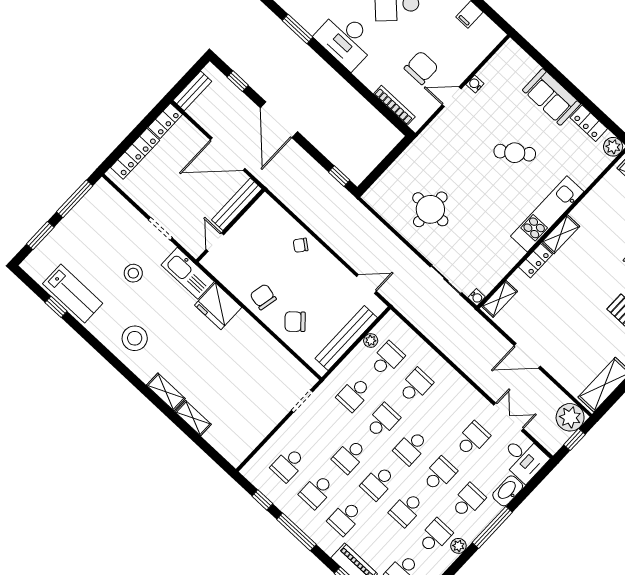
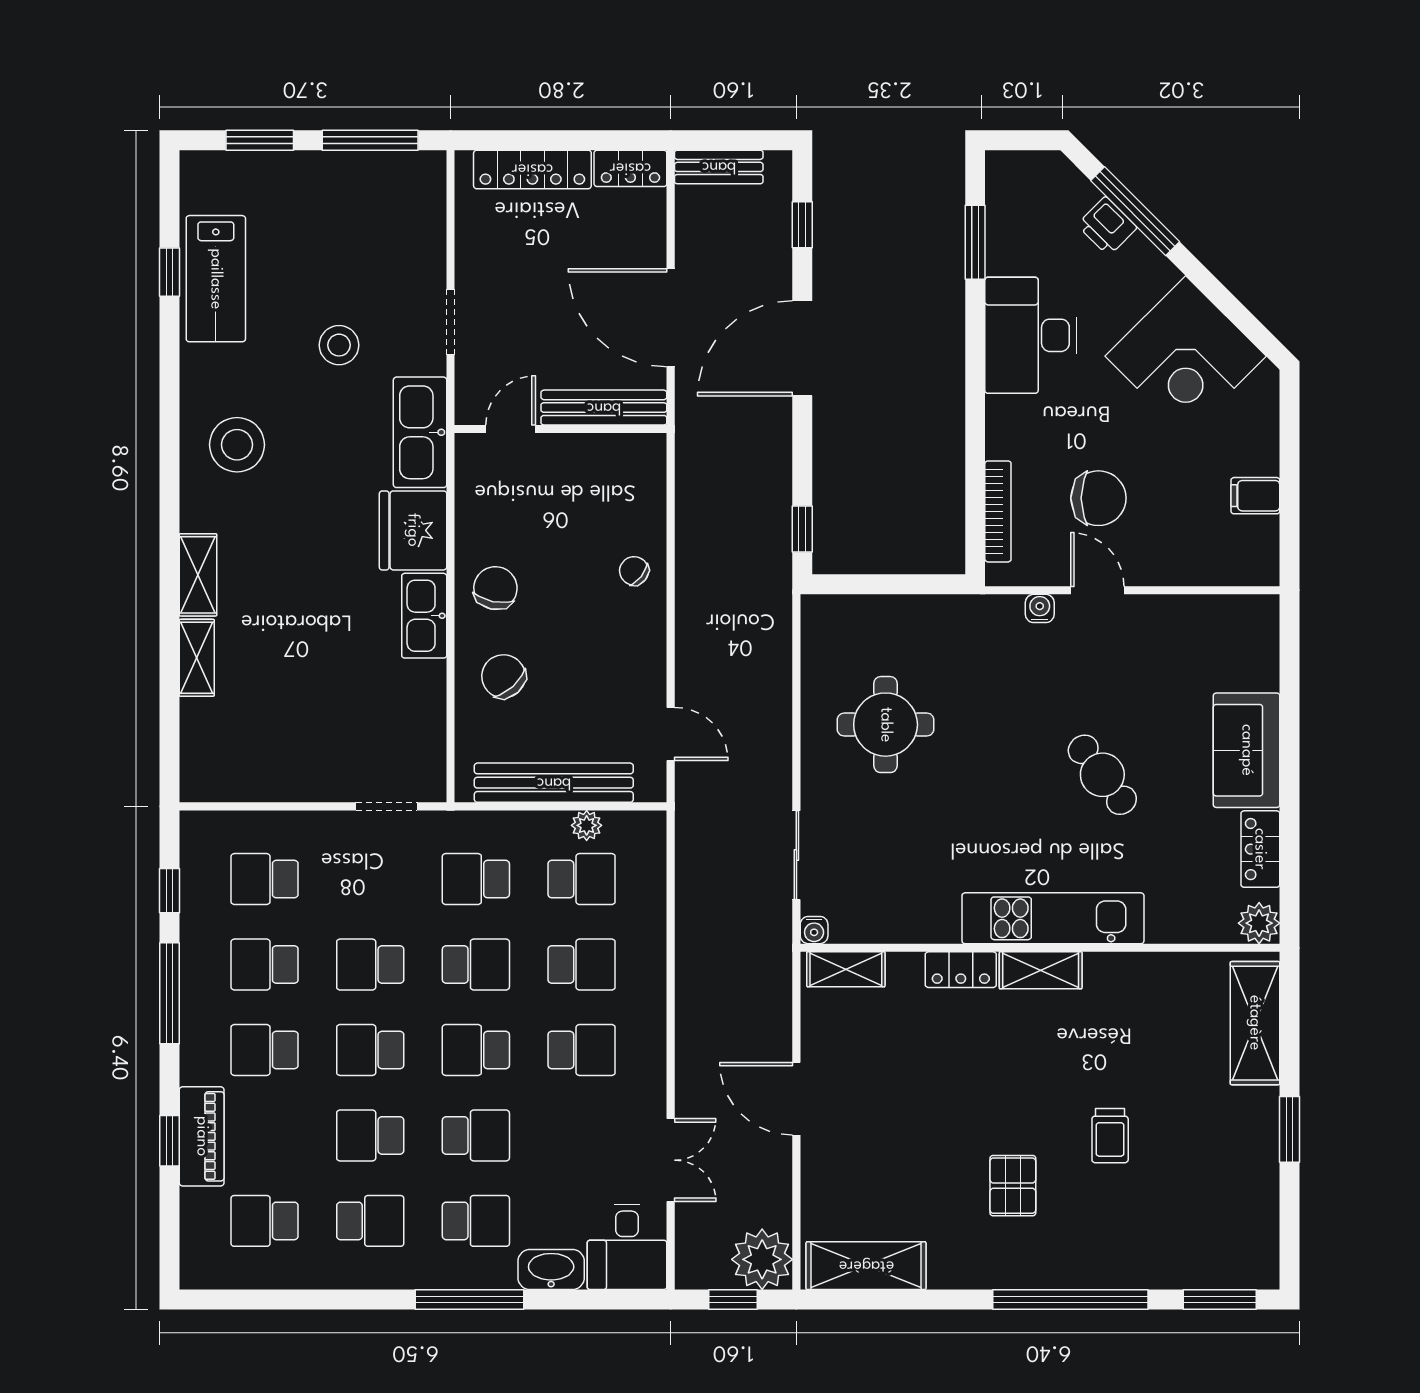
water cooler: (475, 84) -> (1040, 608), moved
kitchen sink: (250, 329) -> (424, 616), added
school desk: (472, 439) -> (582, 1050), moved
plant: (458, 546) -> (390, 1273), removed

